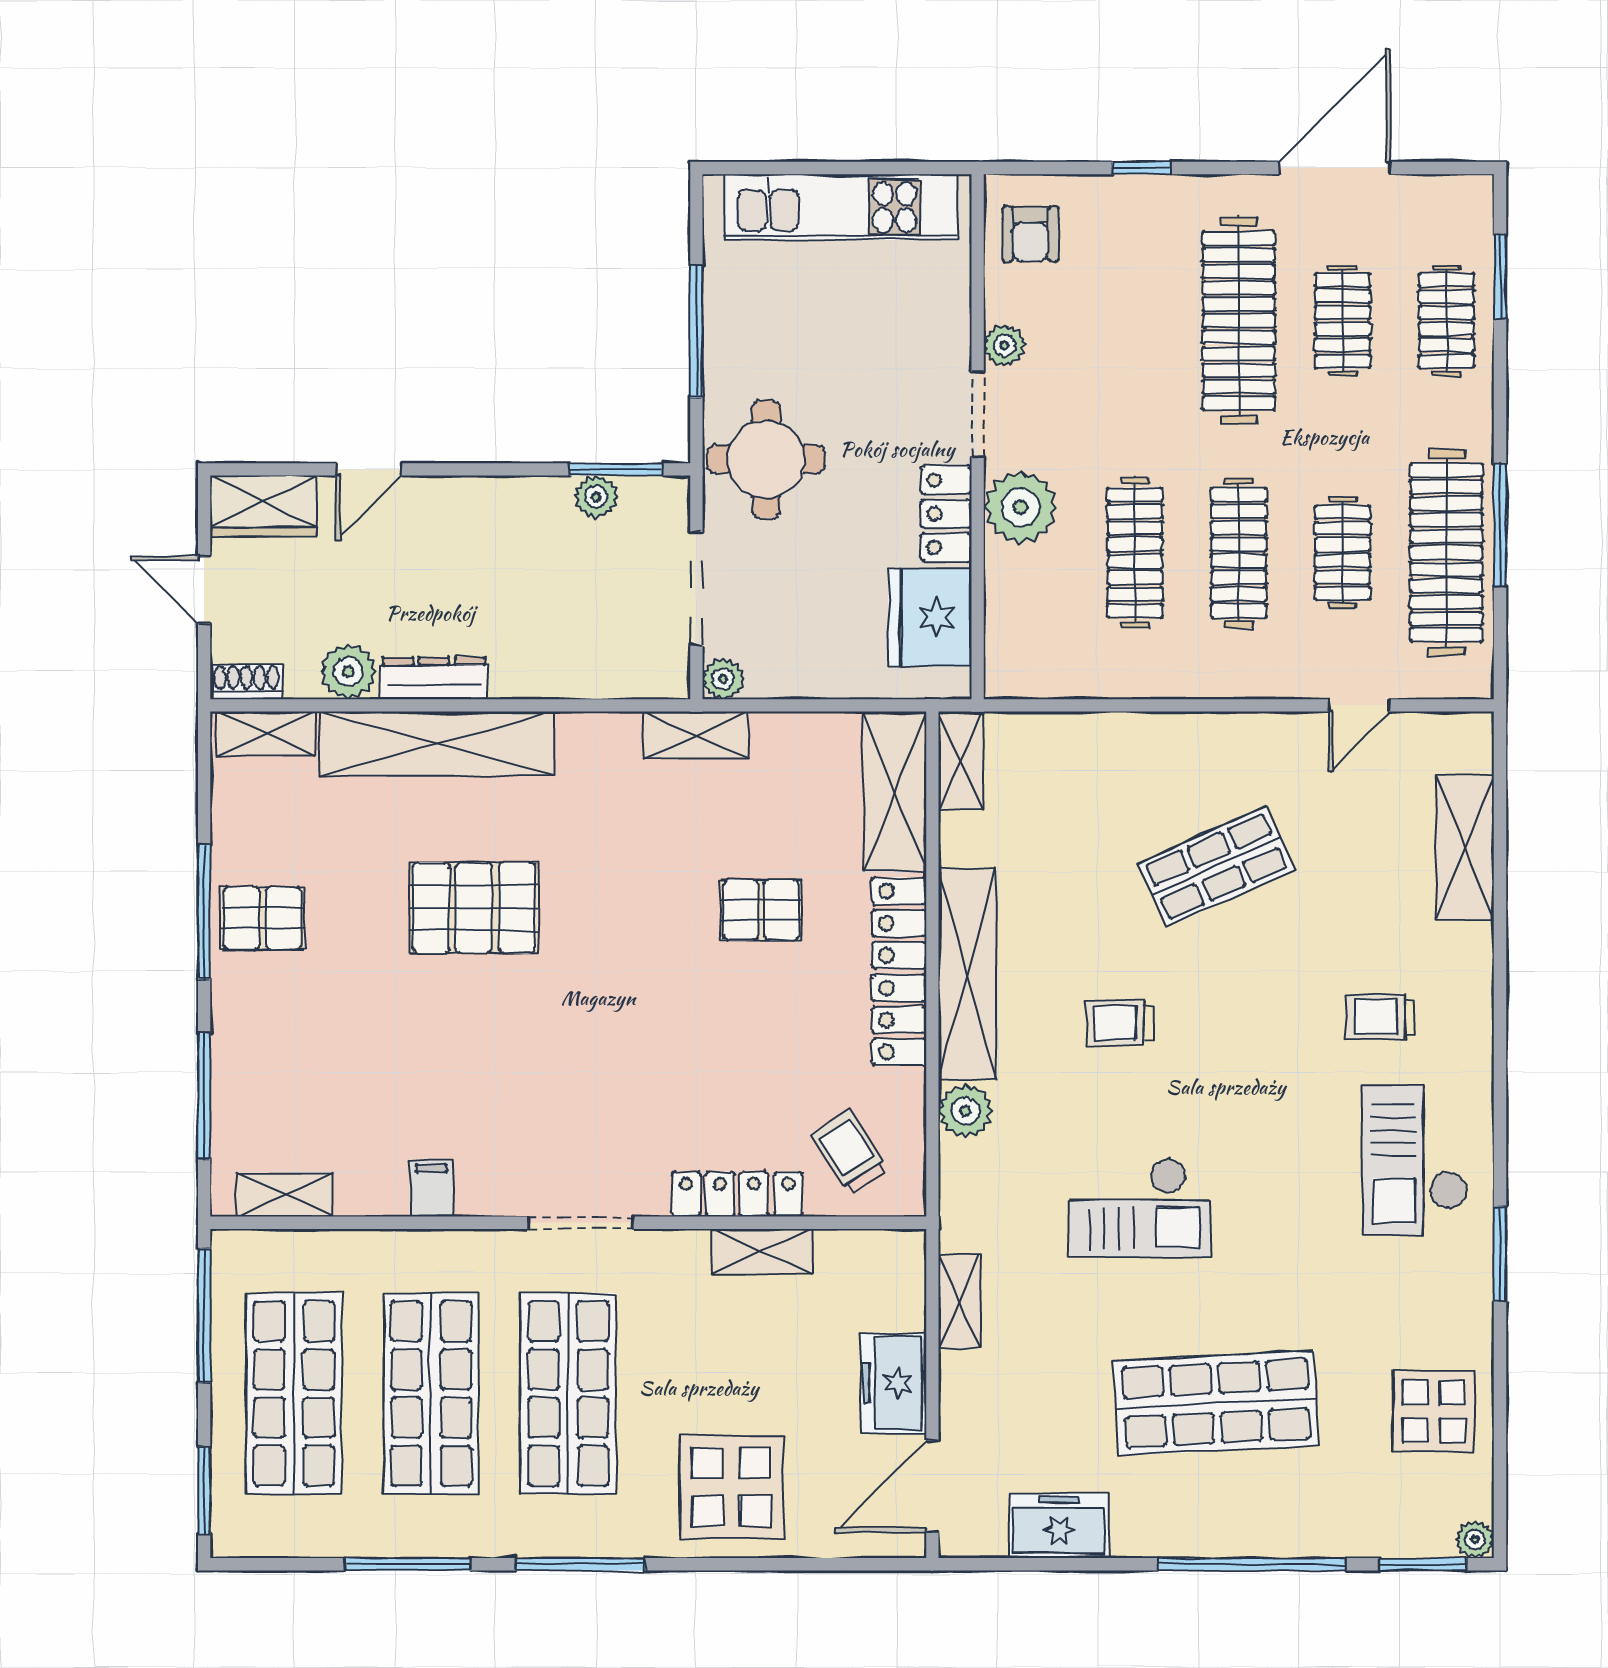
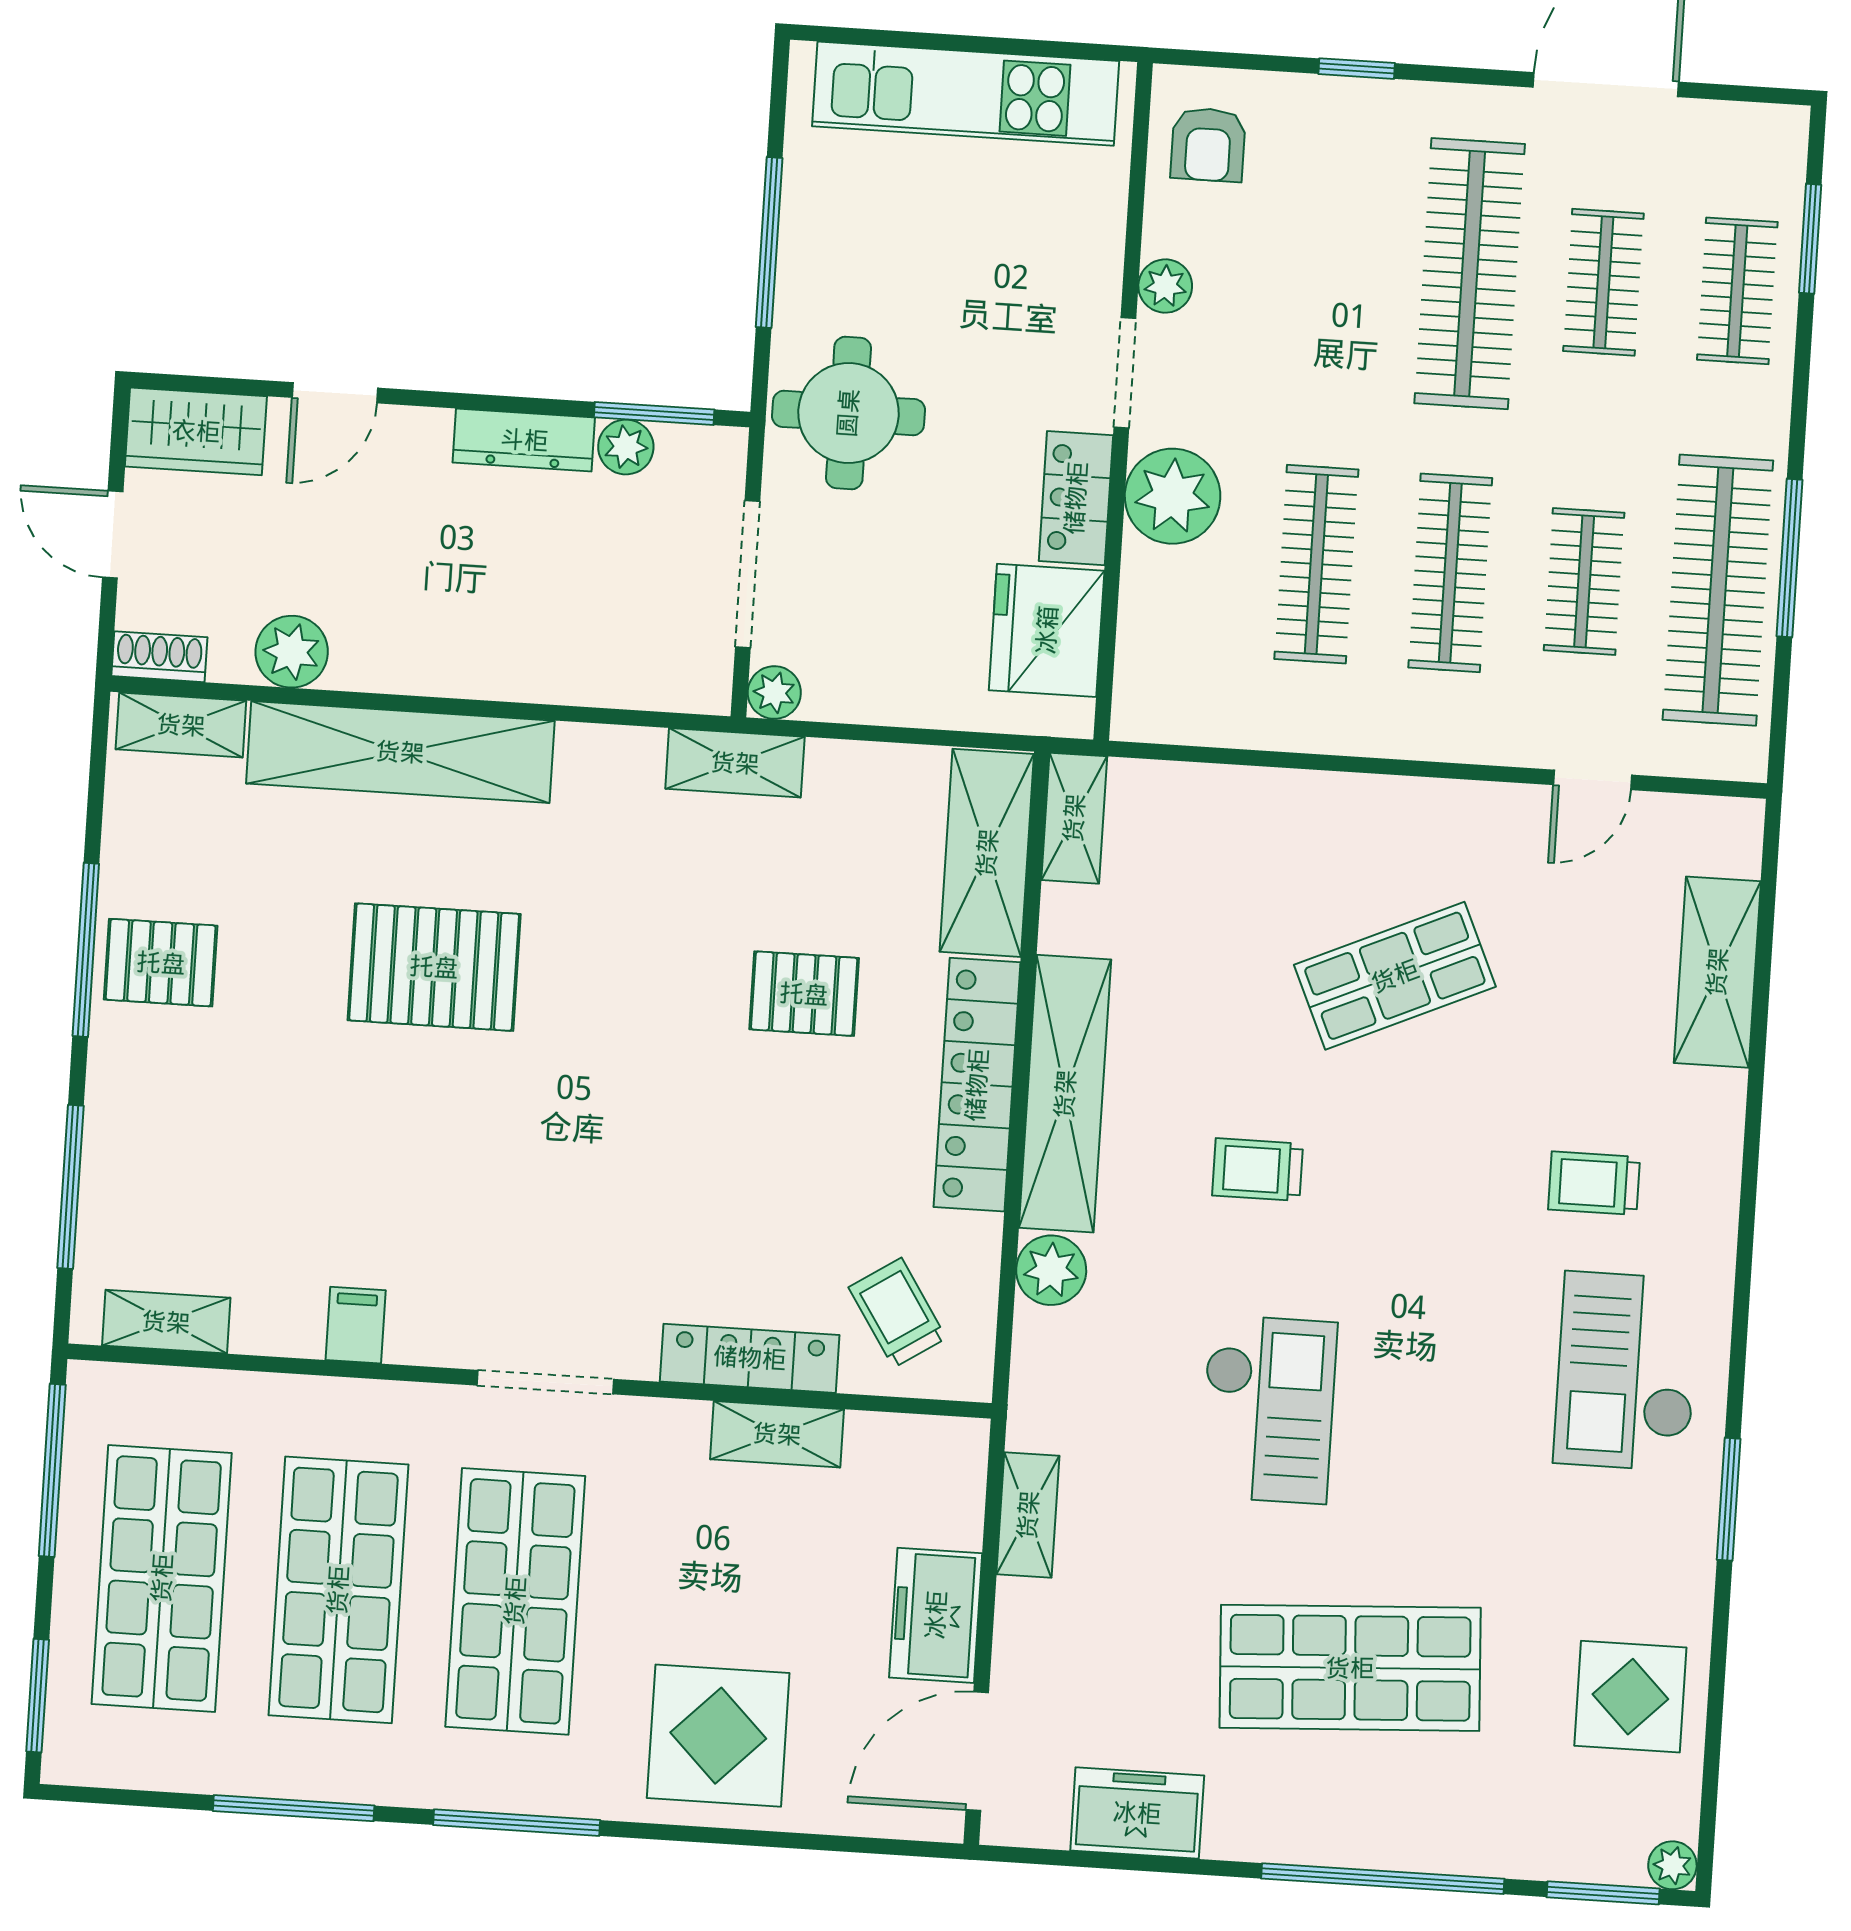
dresser: (434, 678) -> (524, 440), moved, turned 180
checkout: (1140, 1208) -> (1268, 1409), turned -90

